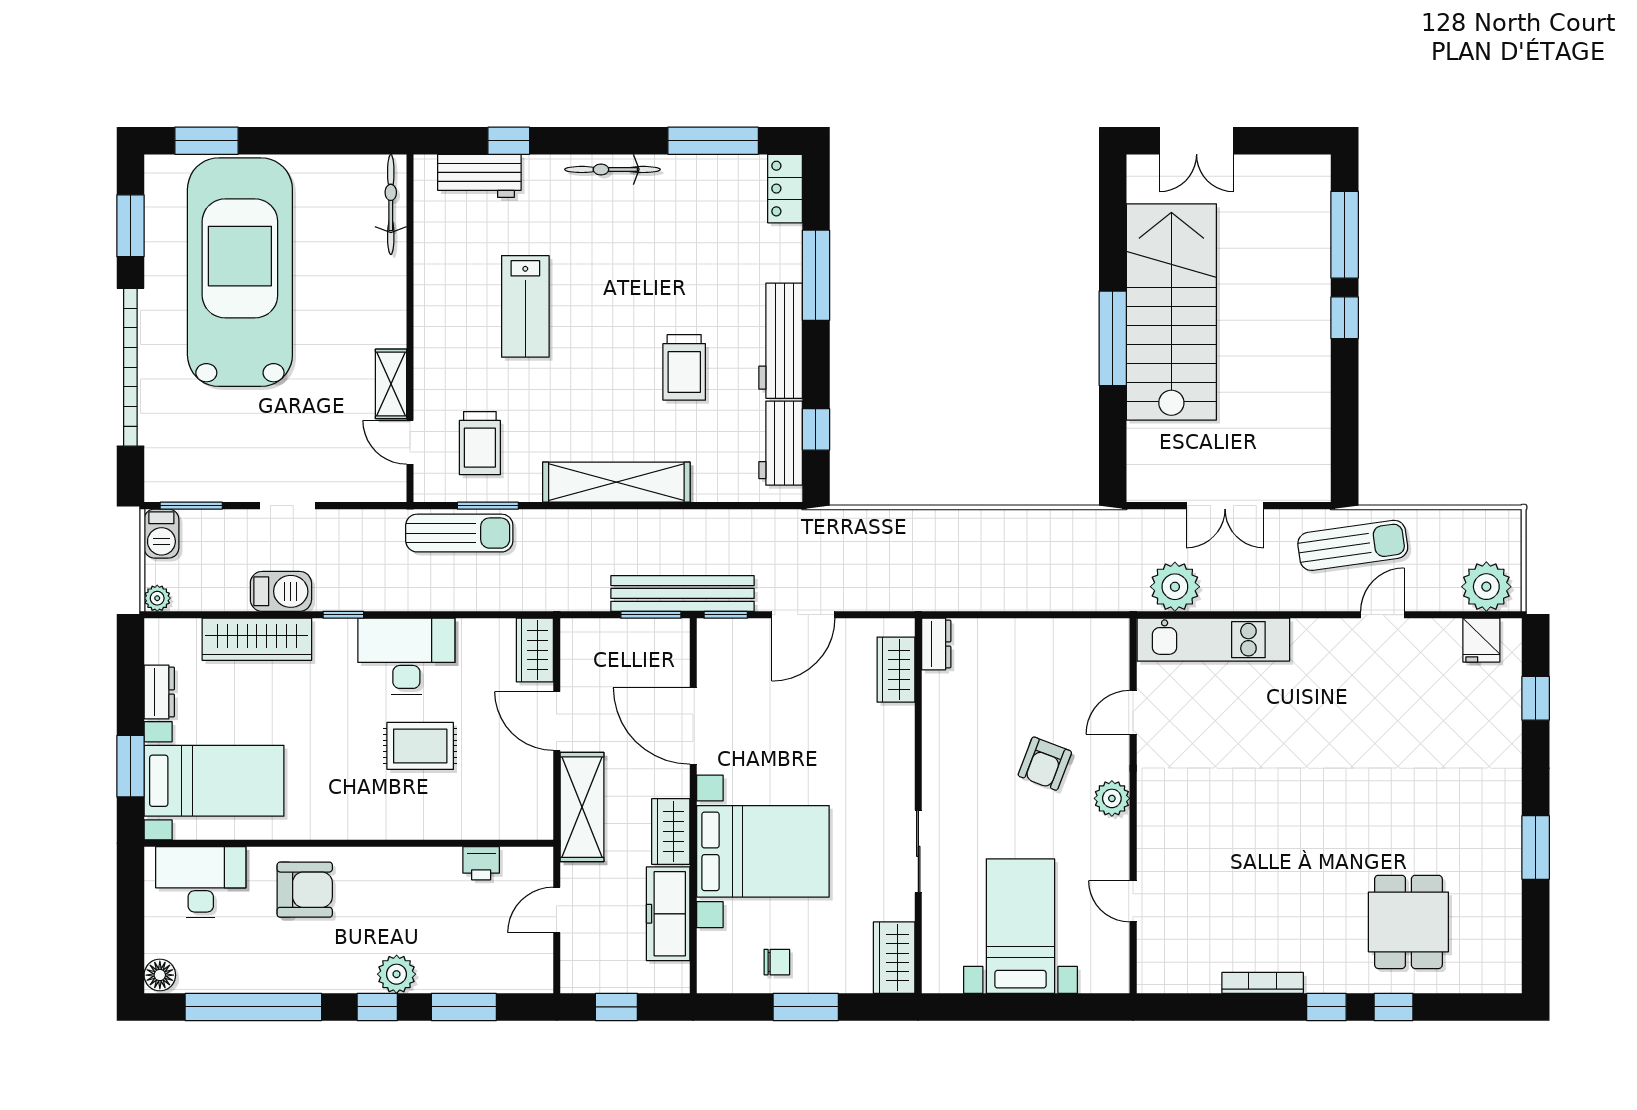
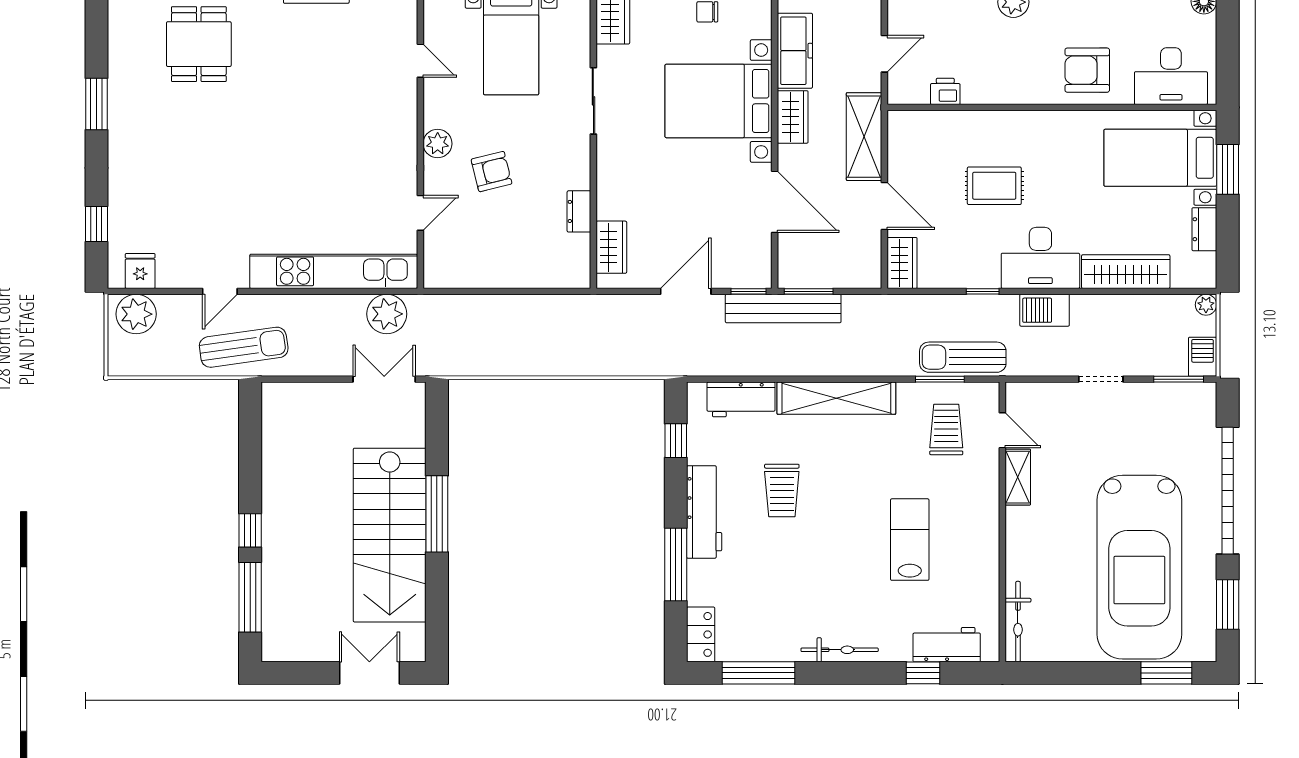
trolley: (684, 367) -> (782, 490), turned 180
workbench: (781, 443) -> (741, 399), moved, turned 90
double door: (1225, 506) -> (384, 379), moved
sun lounger: (1353, 545) -> (244, 347), turned 180
barbecue: (281, 591) -> (1045, 310), moved
window: (343, 615) -> (983, 291), moved
kitchen unit: (1213, 640) -> (334, 271), width x1.36
dresser: (936, 644) -> (579, 211), moved
desk: (406, 656) -> (1040, 258), moved
armchair: (1045, 764) -> (492, 172), turned 55

